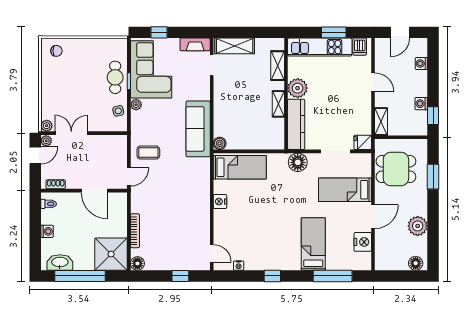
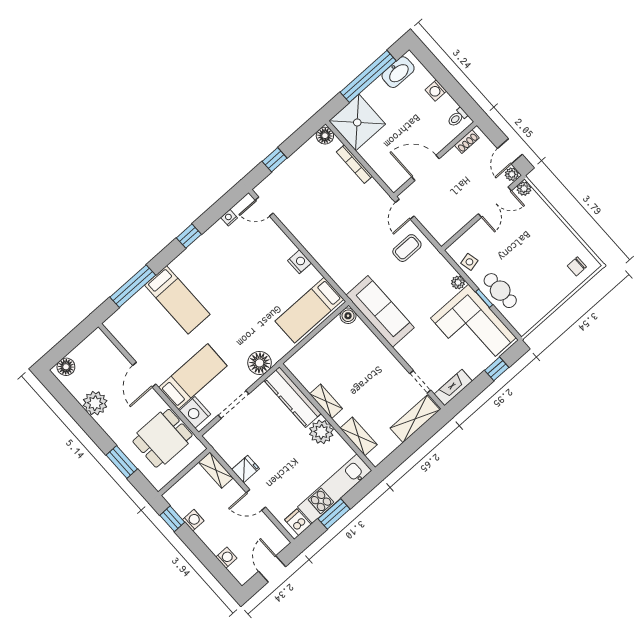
fridge: (363, 142) -> (246, 469), moved
nightstand: (363, 242) -> (195, 412), moved

